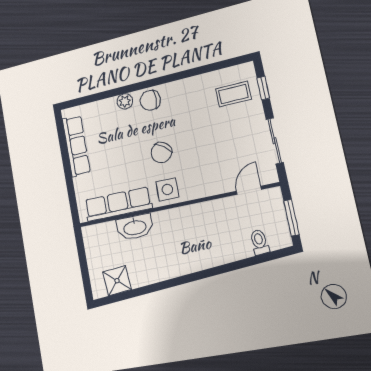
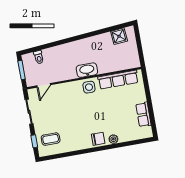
row of seats: (76, 146) -> (143, 115), width x0.68
chair: (161, 153) -> (92, 108), removed
washbasin: (135, 227) -> (87, 70), moved

